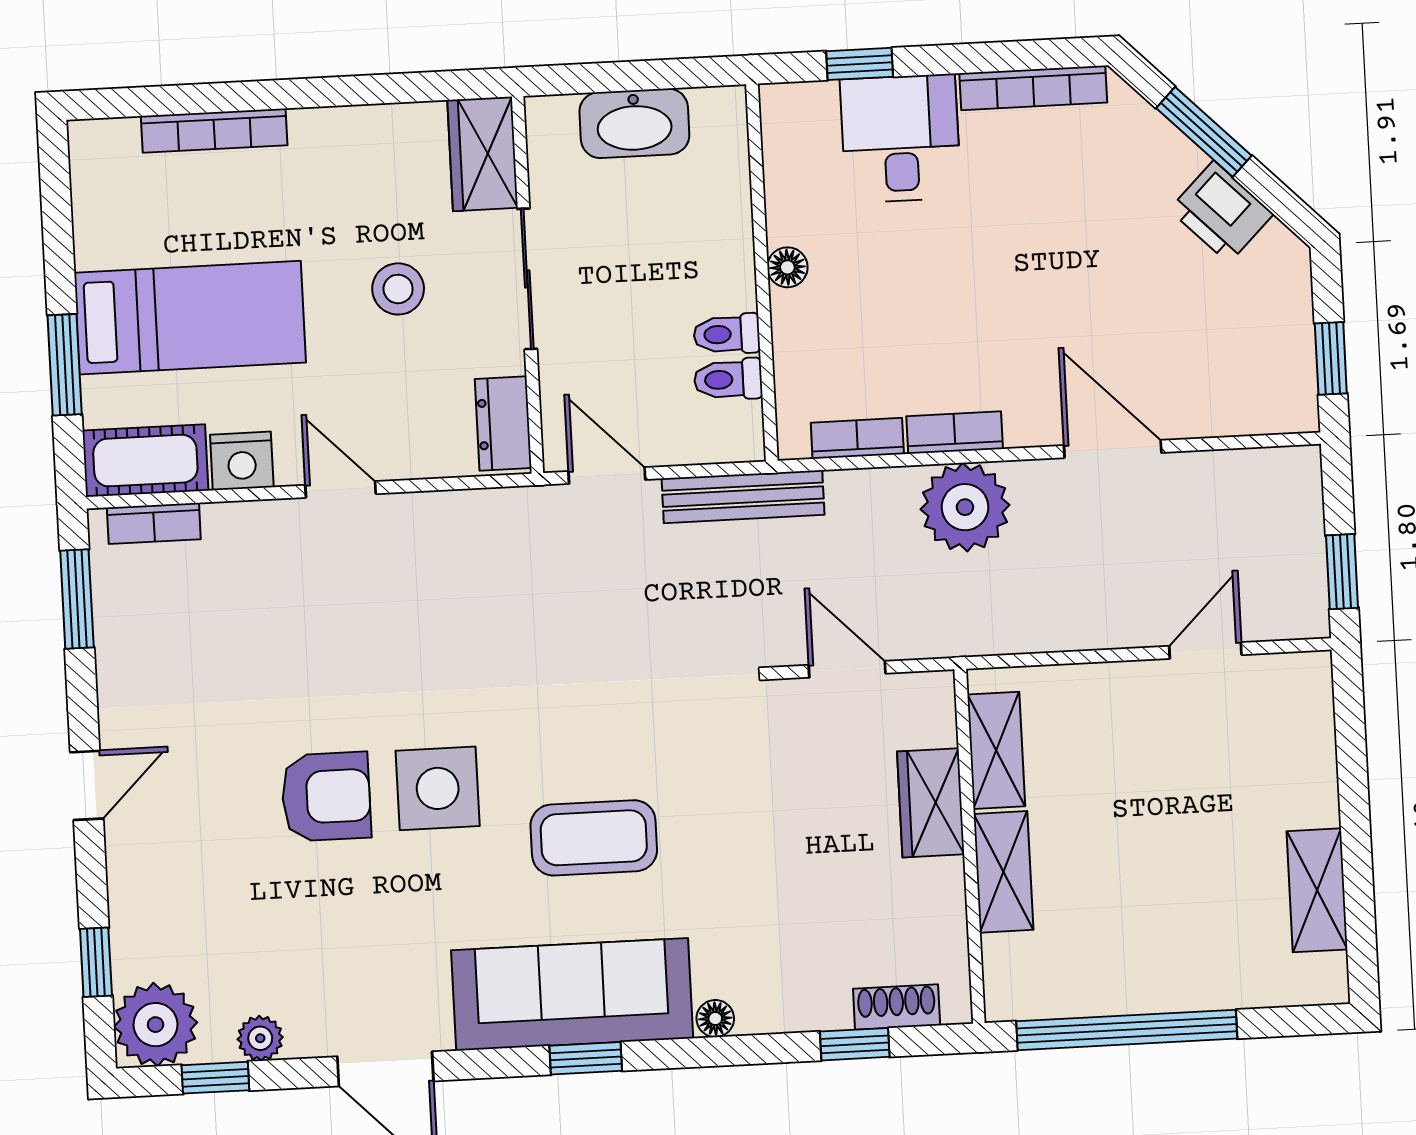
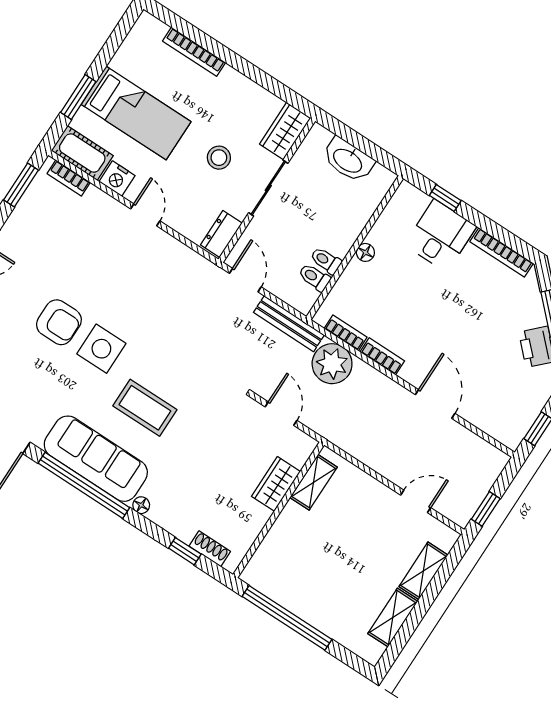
plant: (965, 507) -> (332, 364), moved
shelving: (1004, 872) -> (423, 571), moved
window: (586, 1058) -> (84, 485), width x3.17

